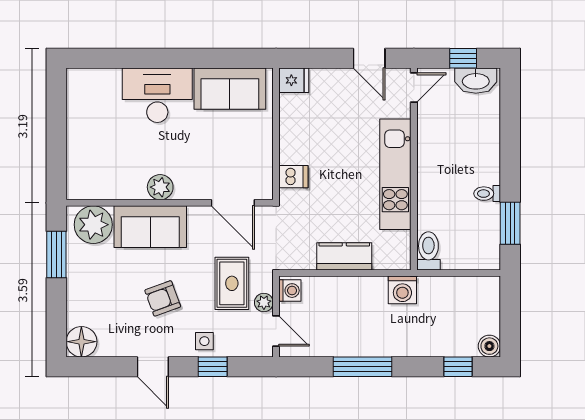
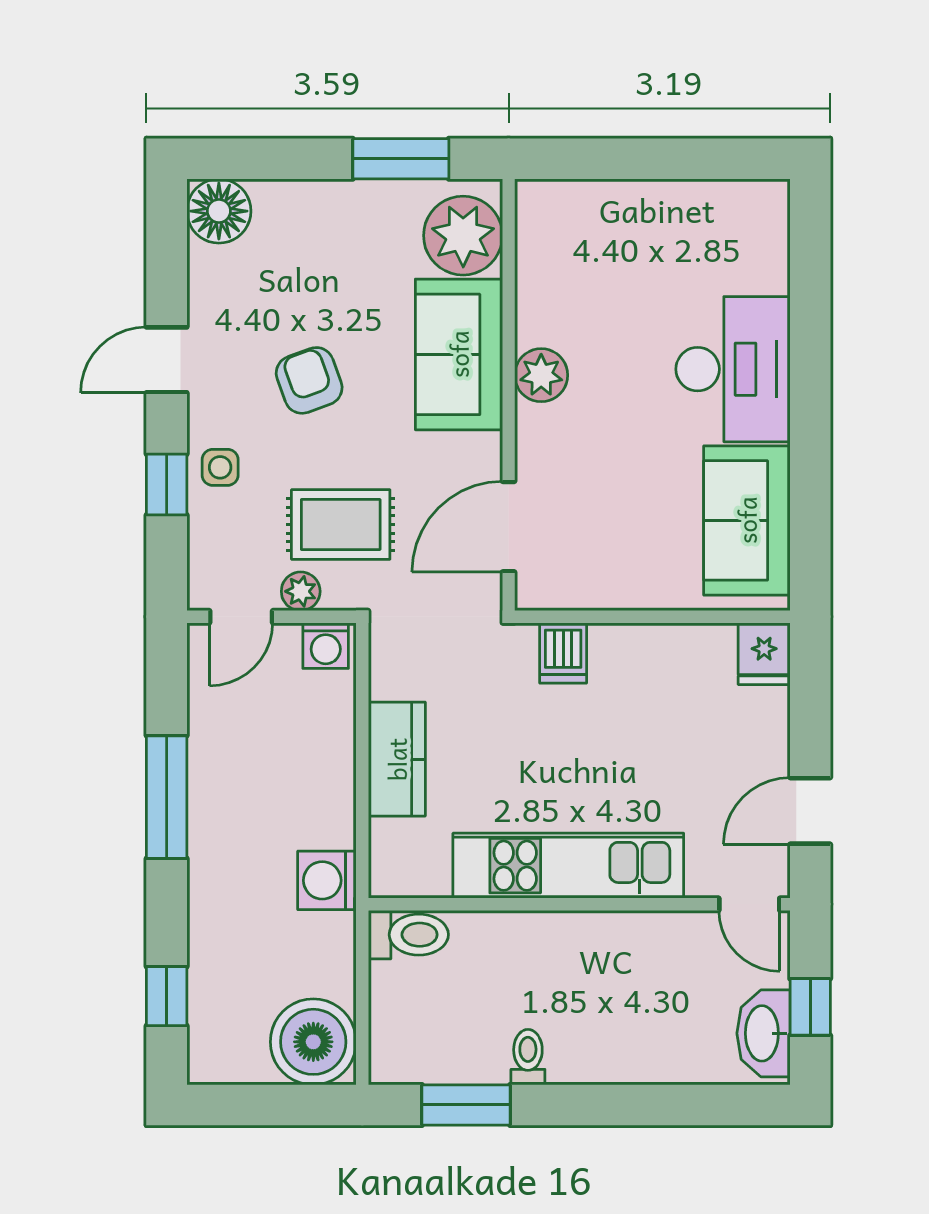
boiler: (489, 346) -> (313, 1042), moved, width x1.86, depth x1.86

